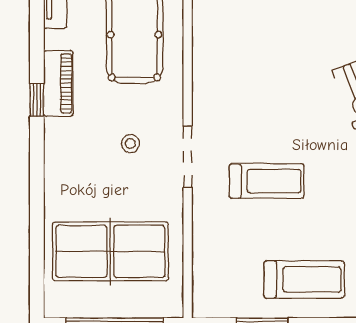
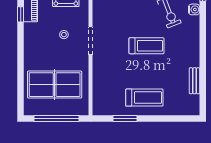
treadmill: (267, 181) -> (147, 46), moved

